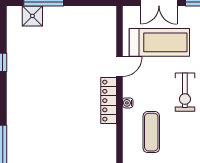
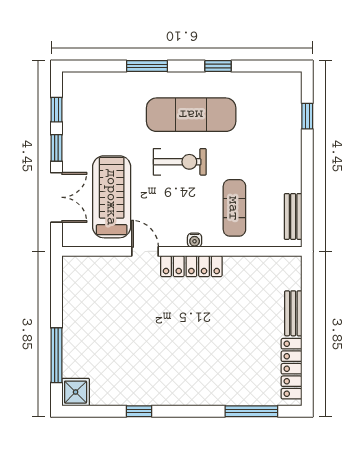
shower: (32, 16) -> (76, 392), moved
exercise mat: (151, 132) -> (234, 208), turned 90

